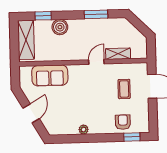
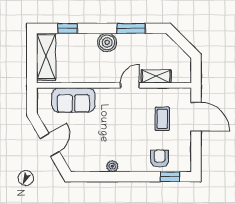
boiler: (60, 27) -> (107, 42), moved

